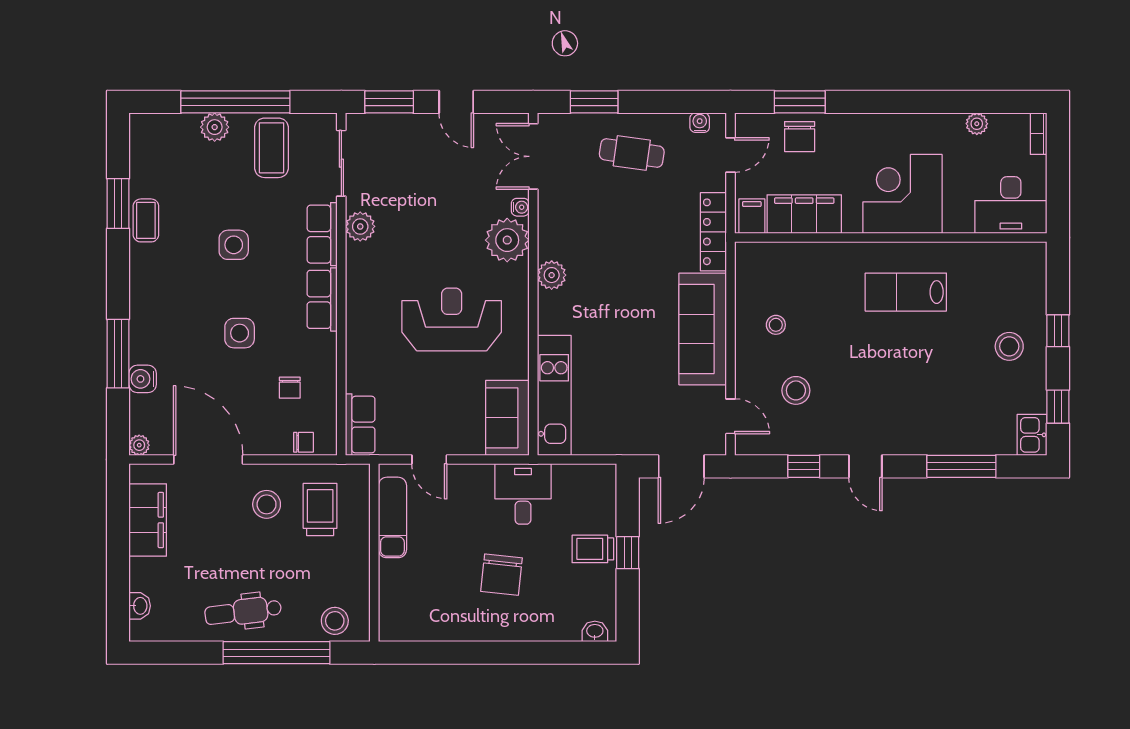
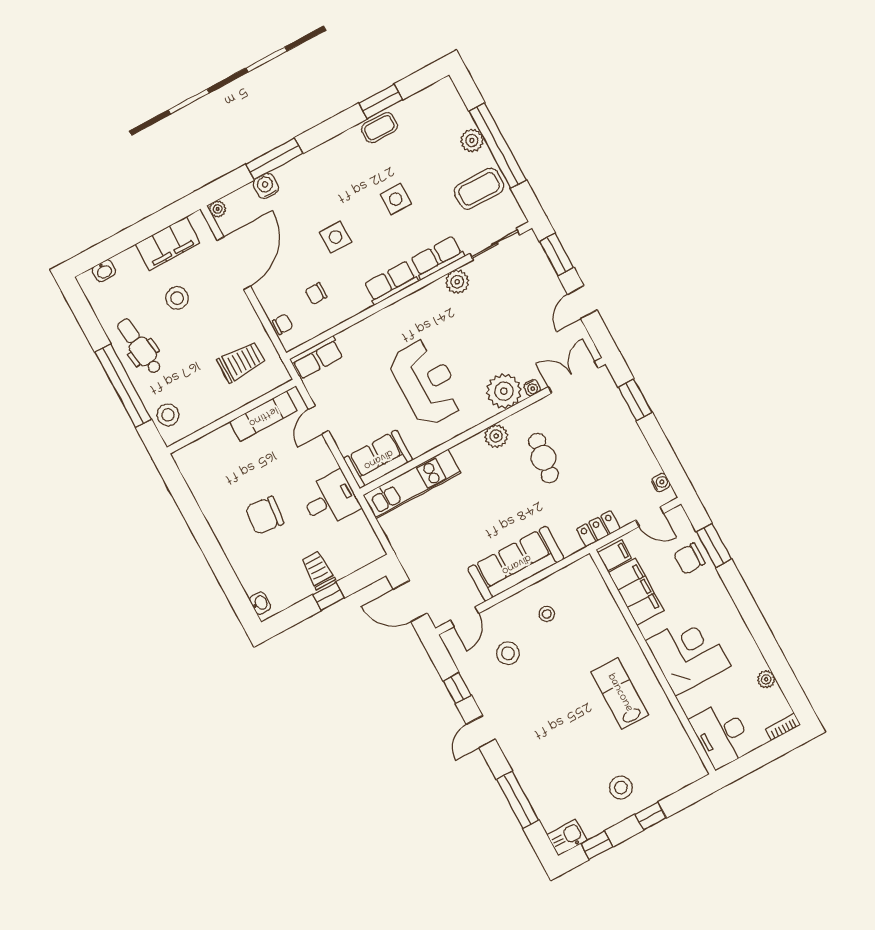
cafe table: (632, 153) -> (543, 458), moved
locker: (713, 232) -> (598, 529), width x0.66
chair: (303, 442) -> (283, 324), turned -90
stool: (267, 504) -> (177, 298), moved

